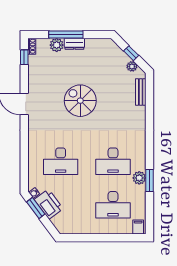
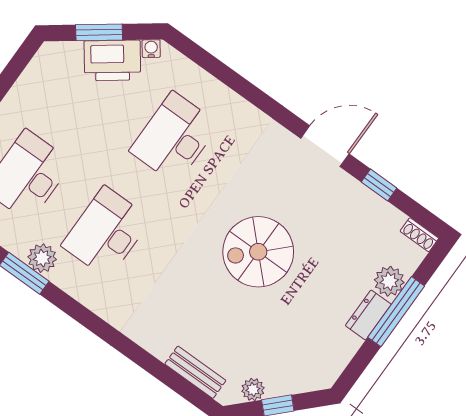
window: (24, 57) -> (379, 185), moved
spiral stairs: (80, 101) -> (258, 252), turned 180
window: (36, 208) -> (99, 32), moved

